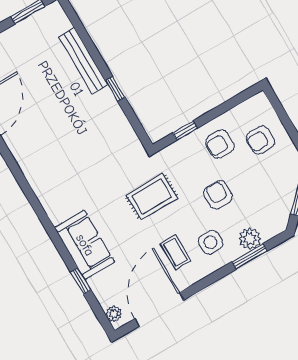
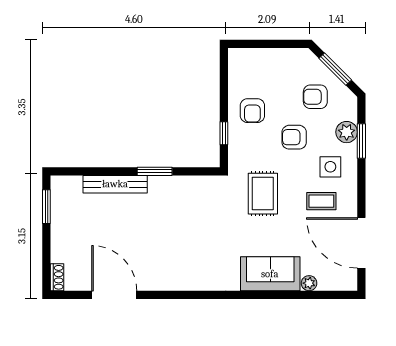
window: (115, 89) -> (155, 171), width x1.50
armchair: (260, 140) -> (315, 97), moved, turned 90
window: (81, 281) -> (299, 295), removed
plant: (114, 314) -> (309, 283), moved

